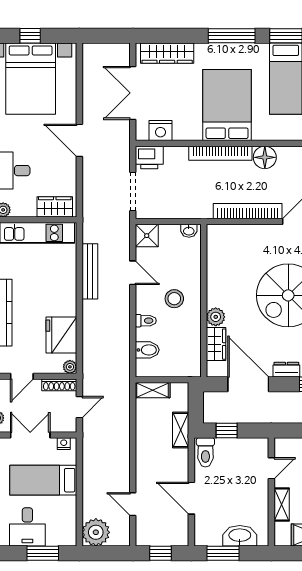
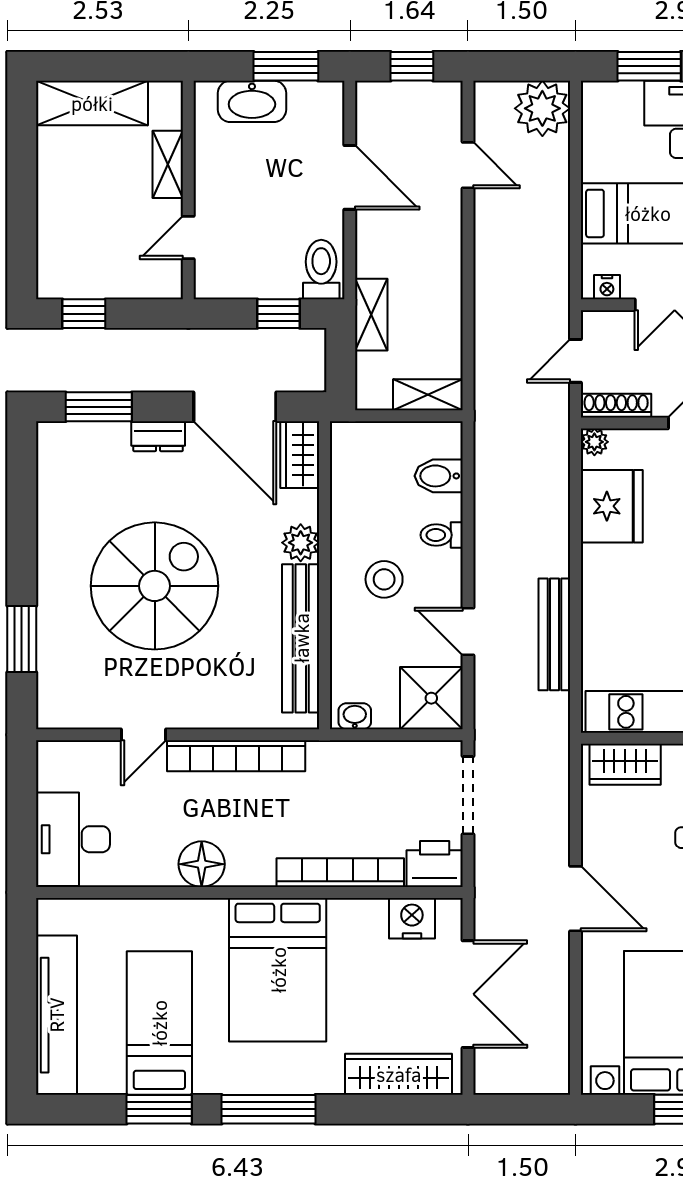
bookcase: (220, 153) -> (340, 873), moved
shower: (147, 236) -> (431, 698), width x1.36, depth x1.36
bench: (216, 269) -> (301, 638), added
wardrobe: (216, 344) -> (300, 455), moved

